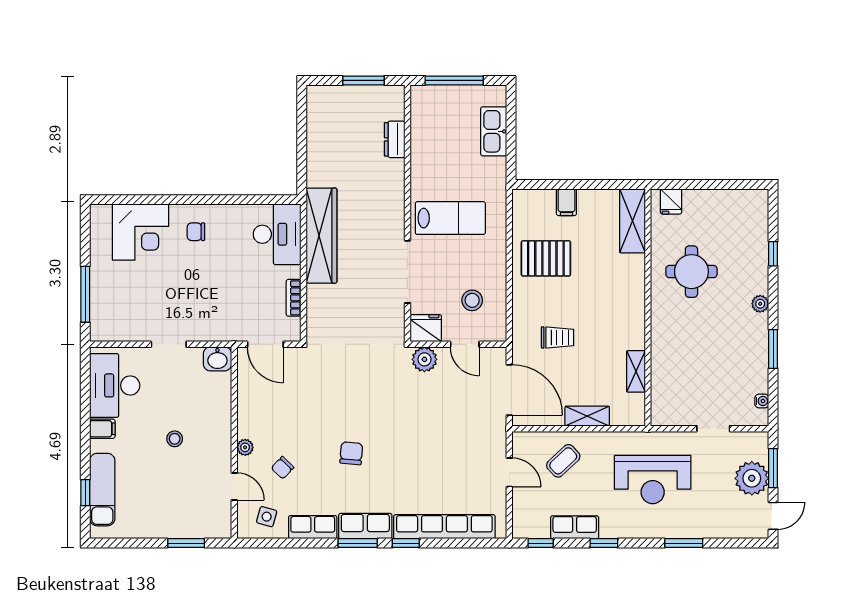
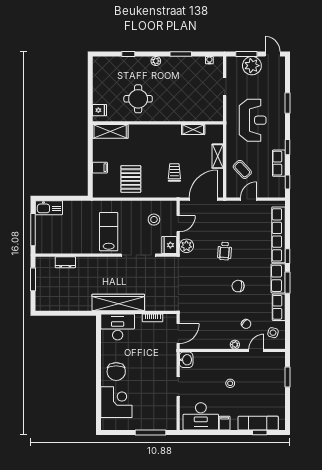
kitchen sink: (494, 131) -> (49, 208), moved
chair: (196, 232) -> (116, 372), width x1.87, depth x1.87
wheelchair: (415, 429) -> (225, 251), added

